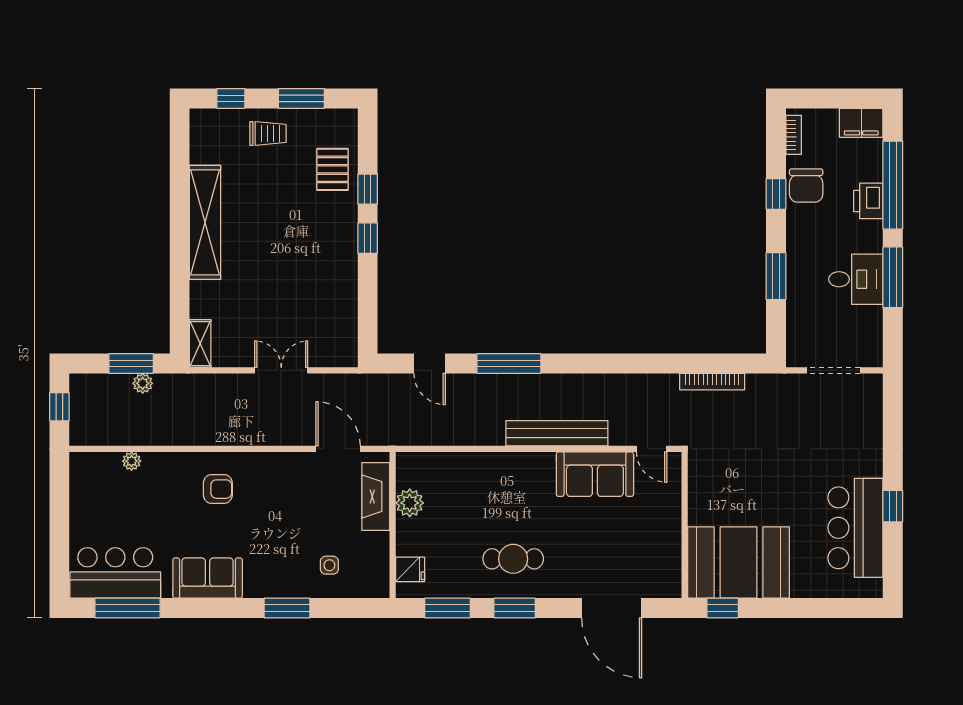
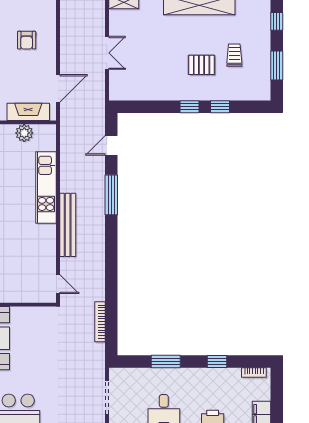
trolley: (268, 133) -> (234, 55), moved, turned 180
pallet: (333, 169) -> (202, 65), moved
chair: (806, 186) -> (222, 380), removed
door: (652, 449) -> (58, 284), swing flipped
kitchen unit: (497, 468) -> (46, 188), added
sofa: (595, 474) -> (42, 249), removed
armchair: (218, 489) -> (27, 40), moved

